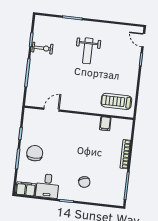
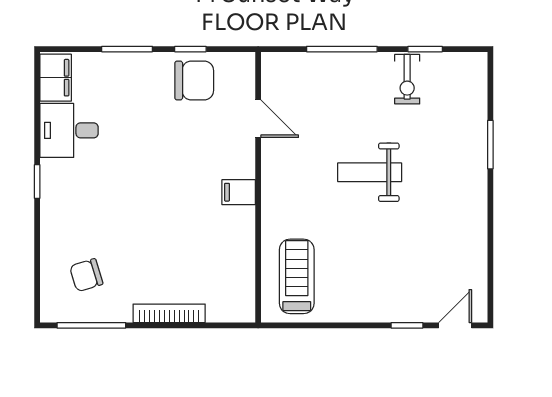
weight bench: (88, 51) -> (370, 172), moved
filing cabinet: (105, 124) -> (239, 192), moved
chair: (35, 153) -> (194, 80), moved
chair: (84, 182) -> (86, 275), moved

